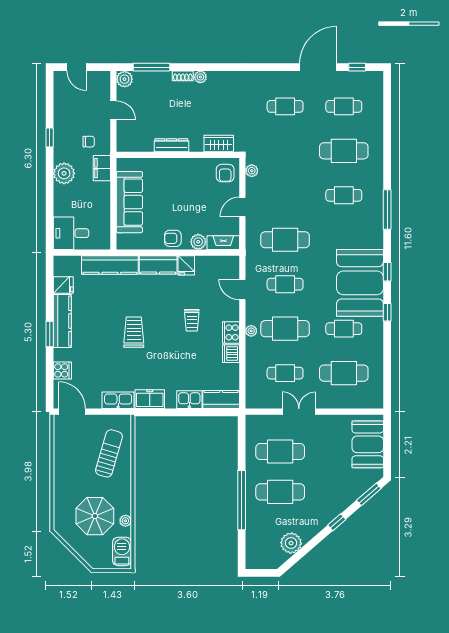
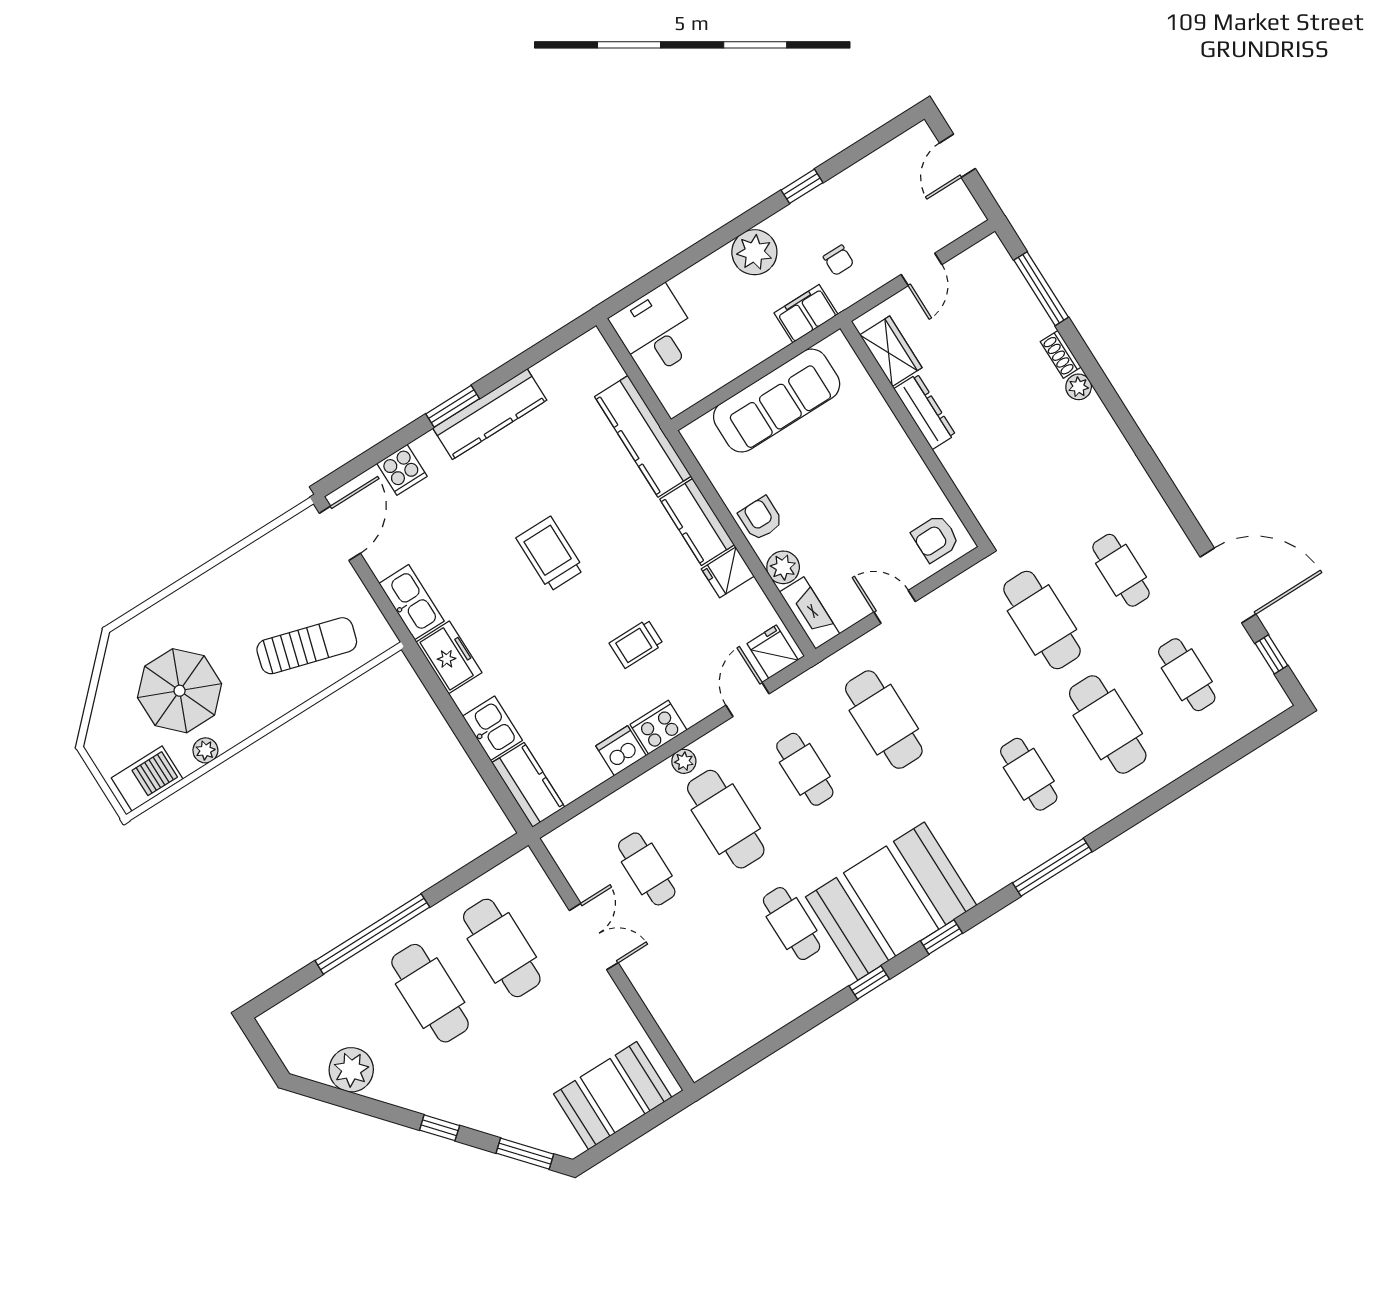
plant: (125, 79) -> (990, 254), removed
wardrobe: (219, 144) -> (891, 351), moved
plant: (252, 171) -> (969, 583), removed
fridge: (63, 285) -> (773, 652), moved, turned 180
trolley: (134, 332) -> (550, 554), turned -90
cafe table: (344, 373) -> (1042, 620), moved

